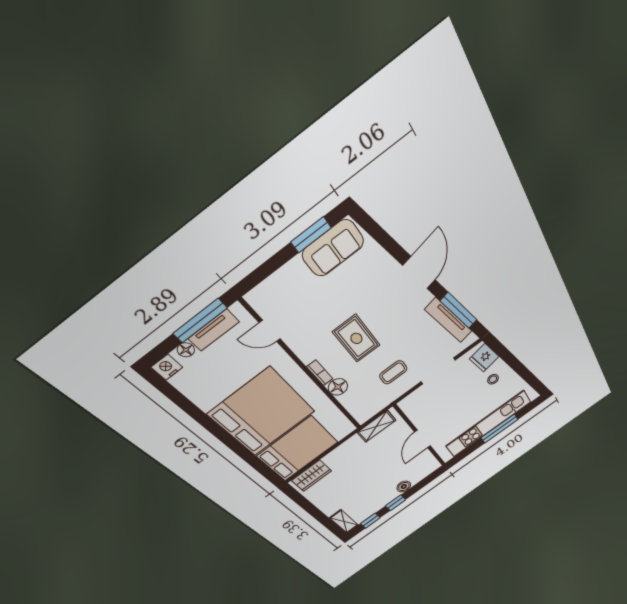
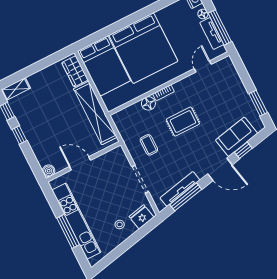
window: (388, 243) -> (243, 150), added
sofa: (333, 248) -> (237, 137), moved, turned 78
shelving: (377, 426) -> (95, 113), width x2.20, depth x1.33
boiler: (404, 487) -> (49, 171), moved

